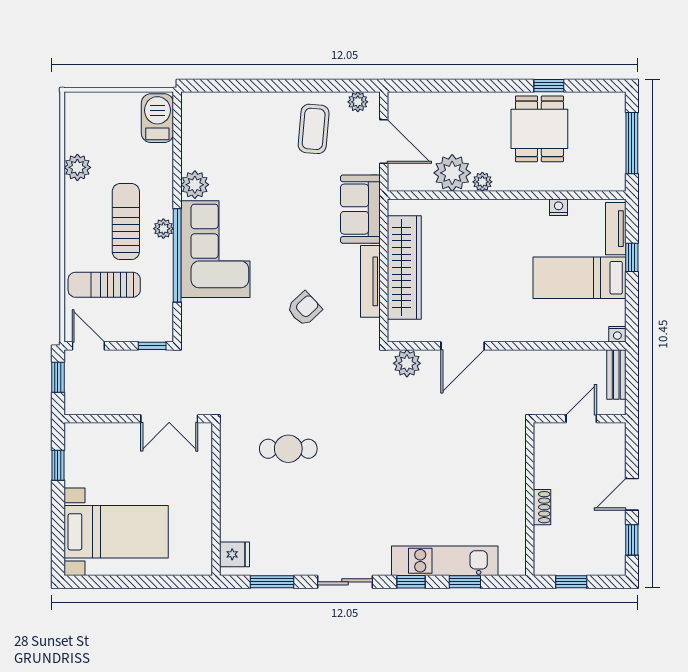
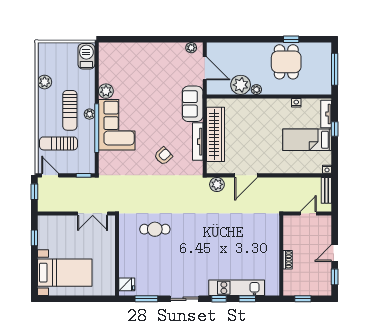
coffee table: (314, 129) -> (168, 62), removed
sun lounger: (126, 222) -> (70, 110), turned 180

